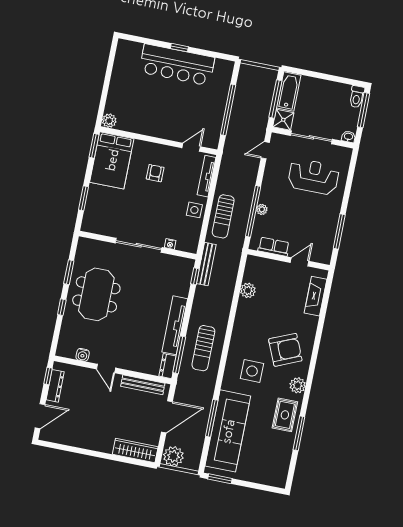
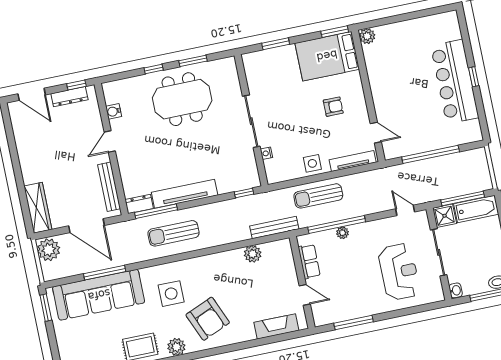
bench: (206, 264) -> (274, 227), moved

